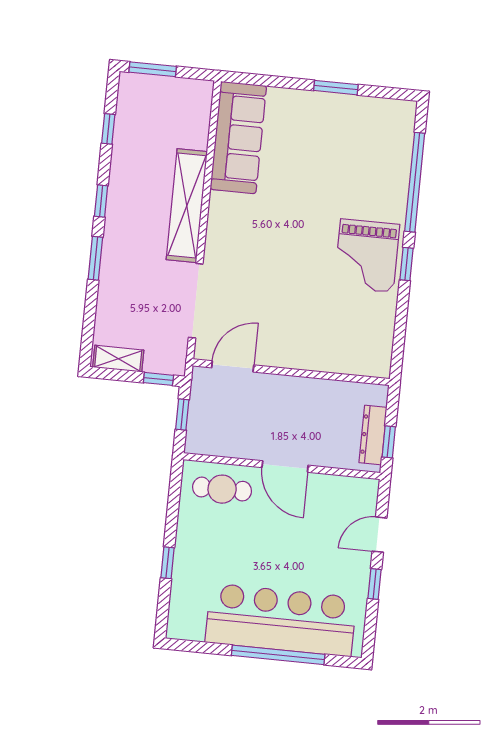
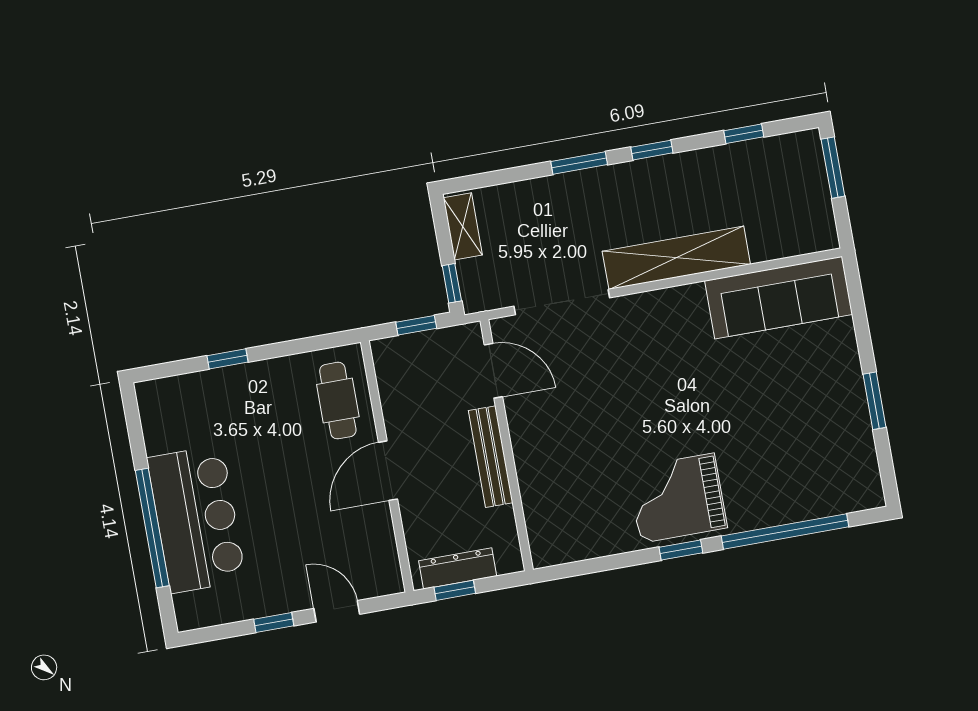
bench: (296, 387) -> (491, 457), added
bar counter: (281, 620) -> (196, 519), width x0.73

